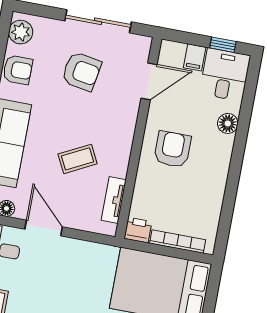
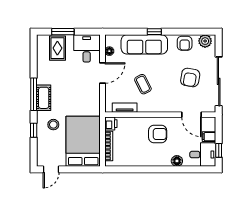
sliding door: (98, 21) -> (219, 81), width x1.36

